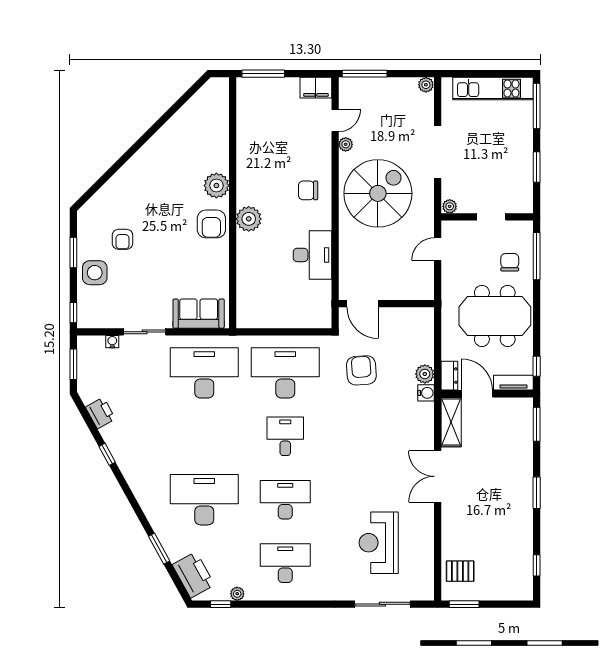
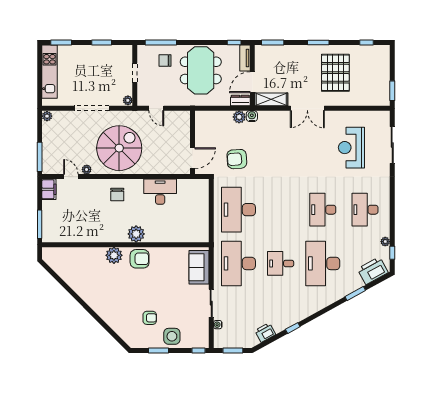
window: (537, 106) -> (61, 43), width x0.69
spiral stairs: (378, 193) -> (119, 148), turned 90
desk: (285, 436) -> (281, 263), moved
reception desk: (379, 543) -> (351, 148), turned 90
pallet: (460, 571) -> (335, 73), moved, width x2.05, depth x2.00

